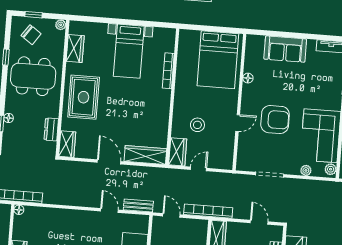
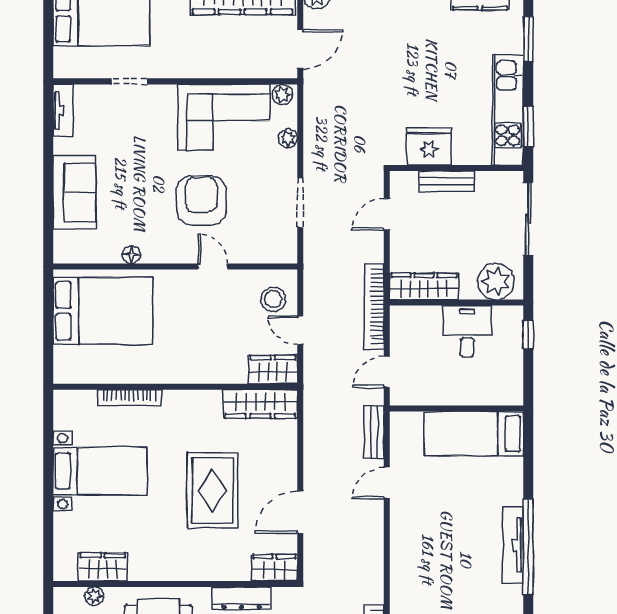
plant: (61, 25) -> (94, 596), moved
rug: (84, 97) -> (213, 490), moved, turned 90
stool: (197, 125) -> (273, 299), moved
dresser: (51, 129) -> (242, 598), width x1.44
wardrobe: (145, 155) -> (260, 404), moved, turned -90
door: (109, 162) -> (300, 512), moved

